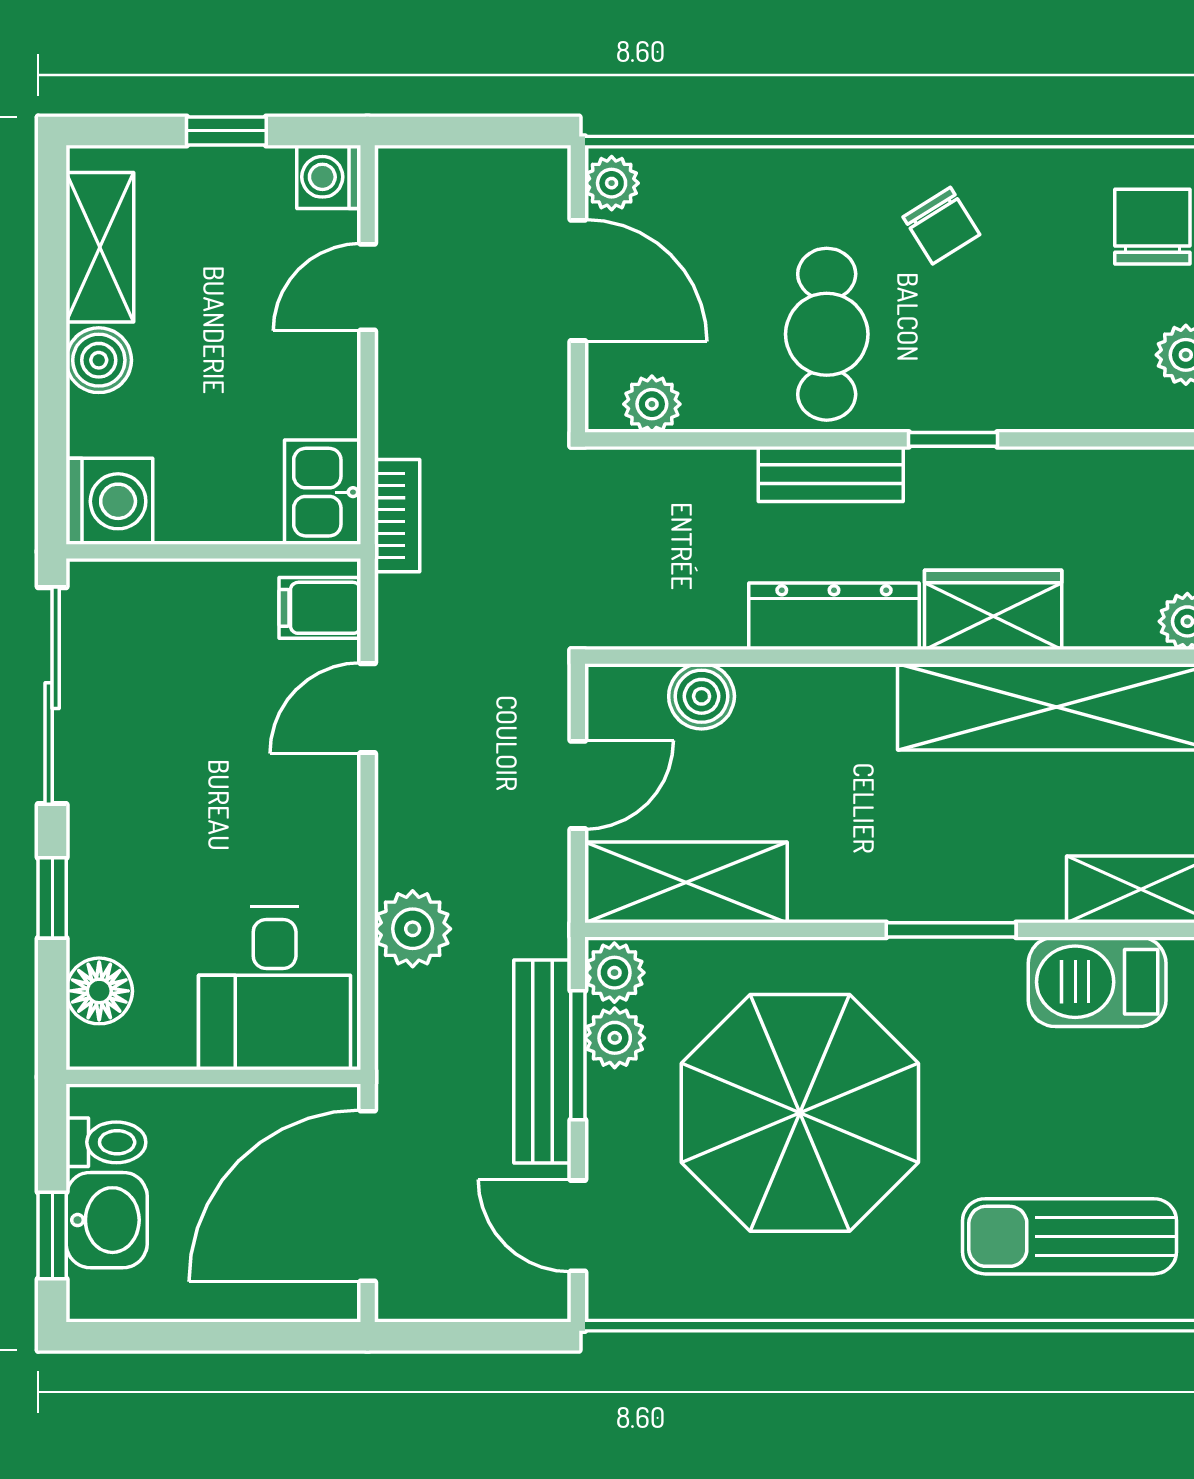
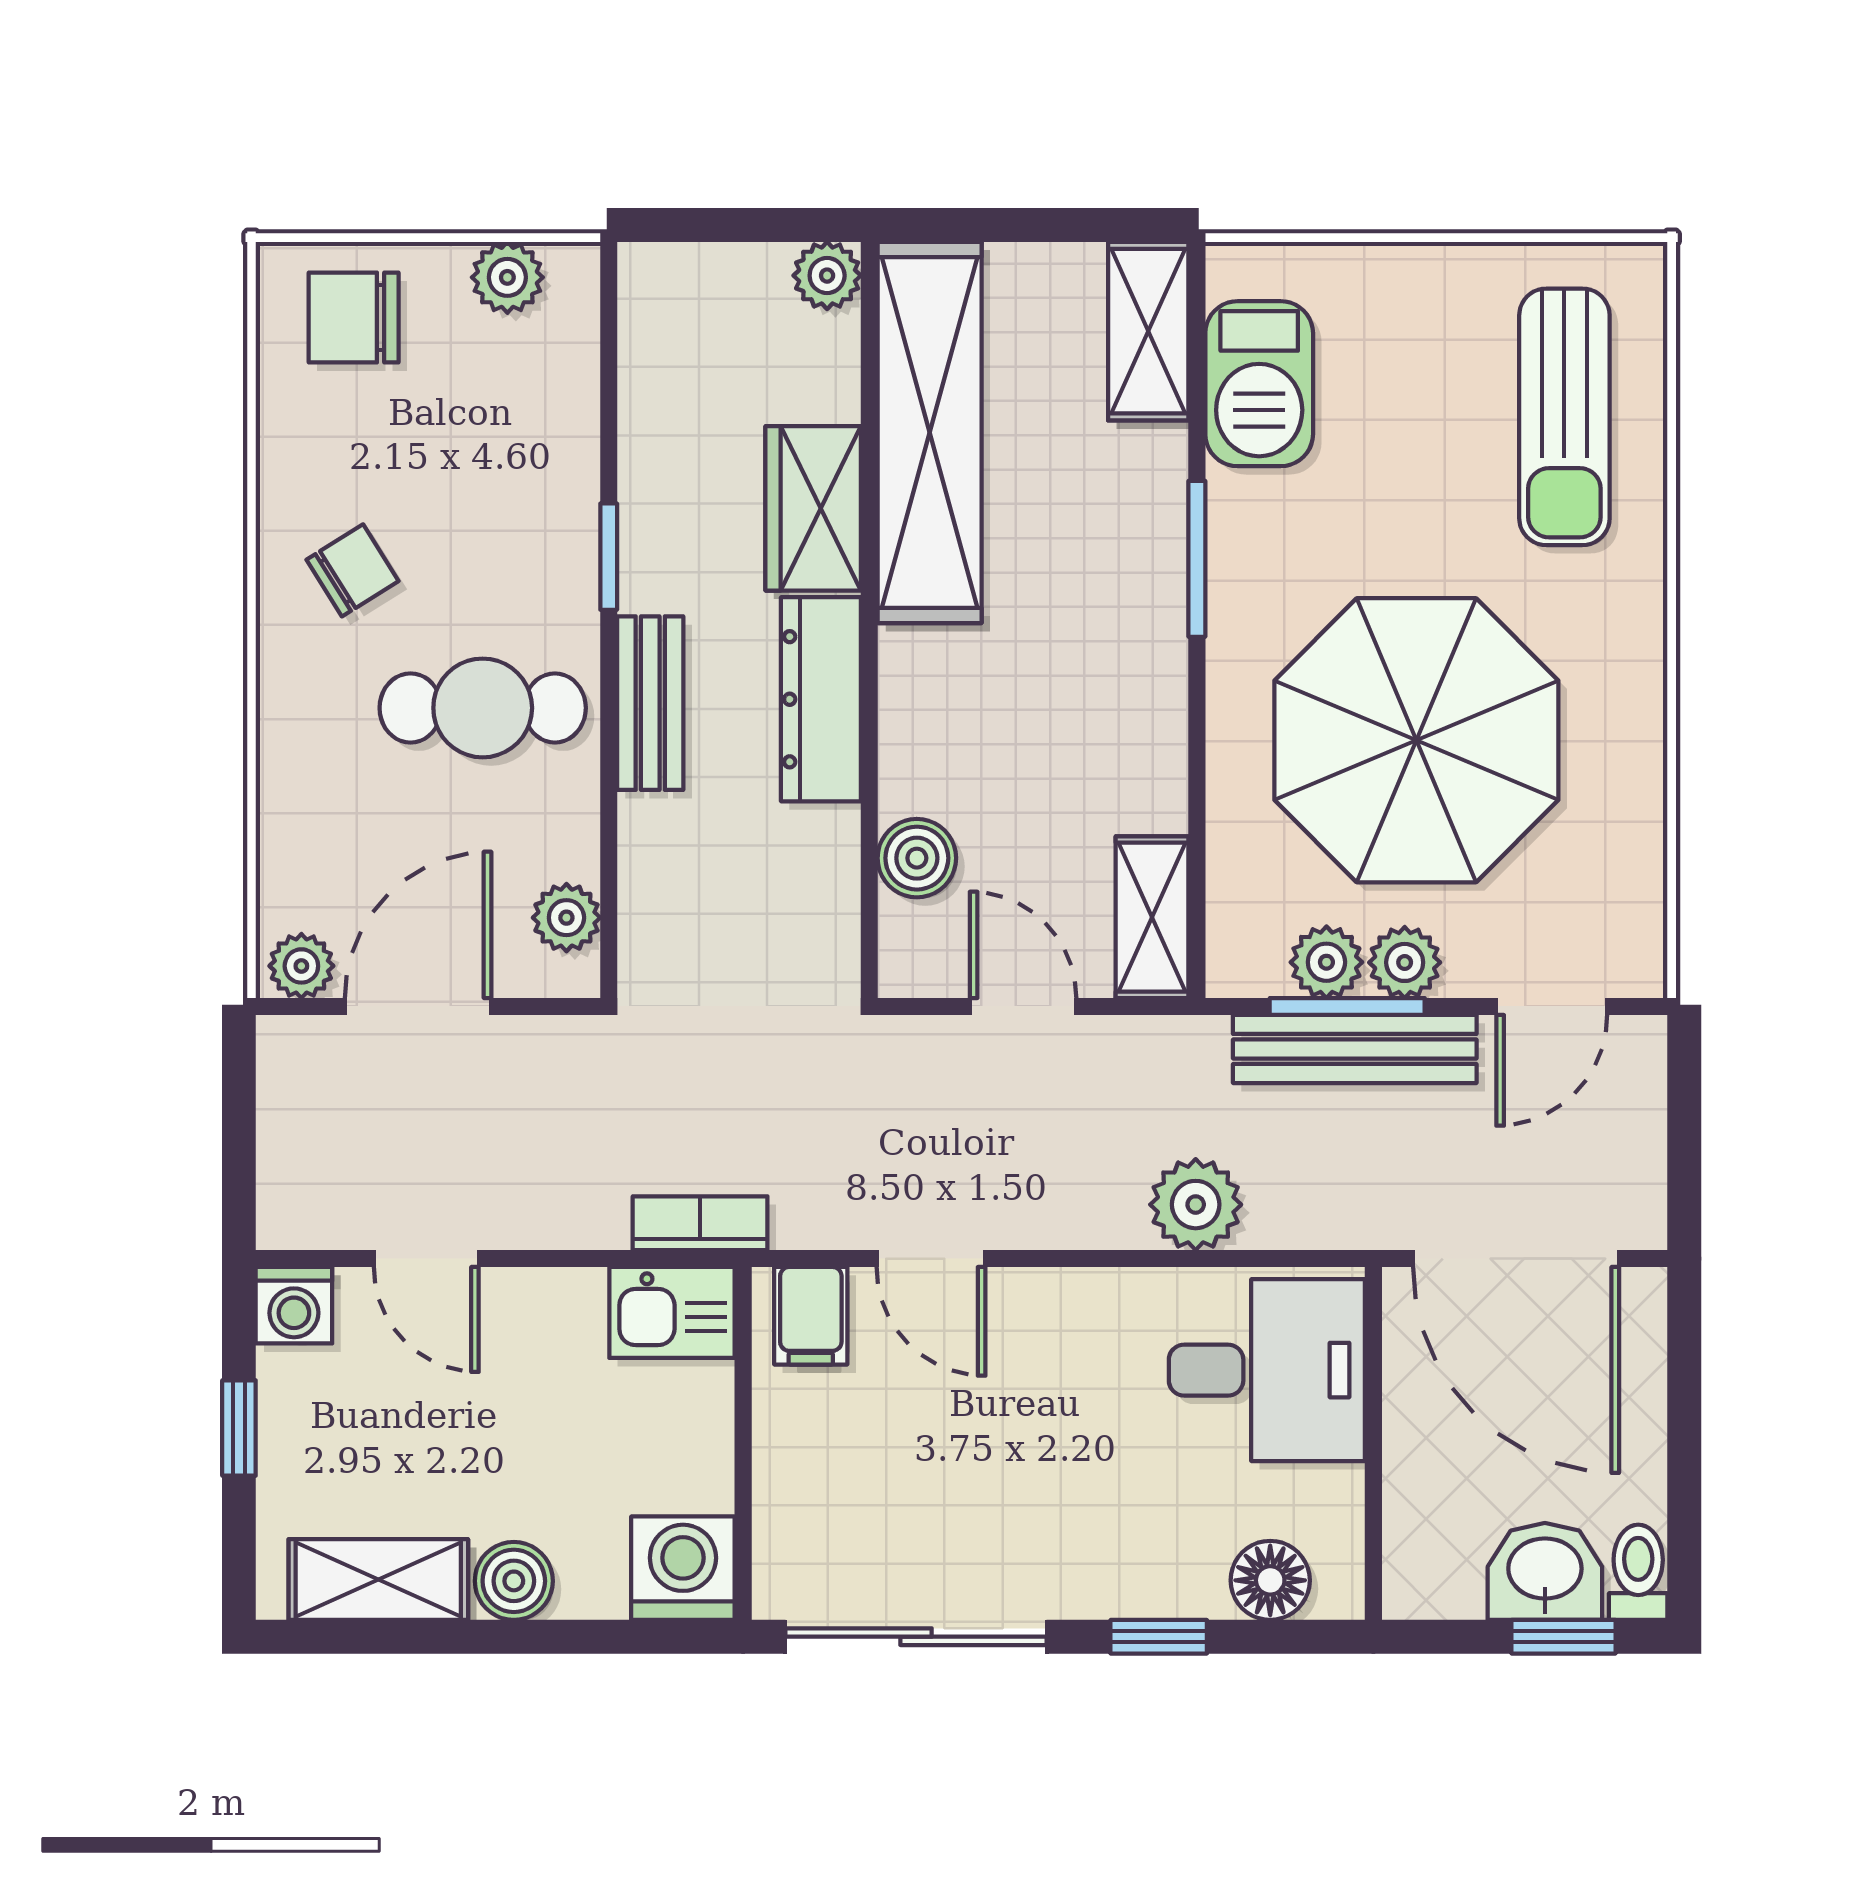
shelving: (686, 882) -> (1152, 917), width x0.67, depth x0.75
plant: (614, 973) -> (1405, 962), moved
toilet: (106, 1142) -> (1638, 1572), moved

